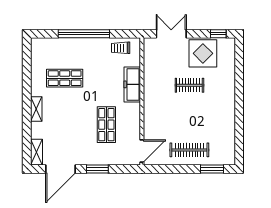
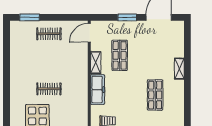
shop shelf: (65, 78) -> (155, 95), turned 90
clothes rail: (189, 150) -> (49, 34), width x0.73
shelving: (37, 152) -> (96, 63), moved

